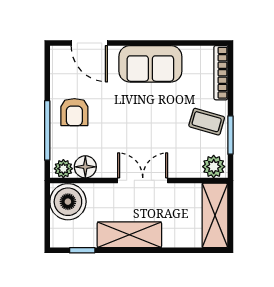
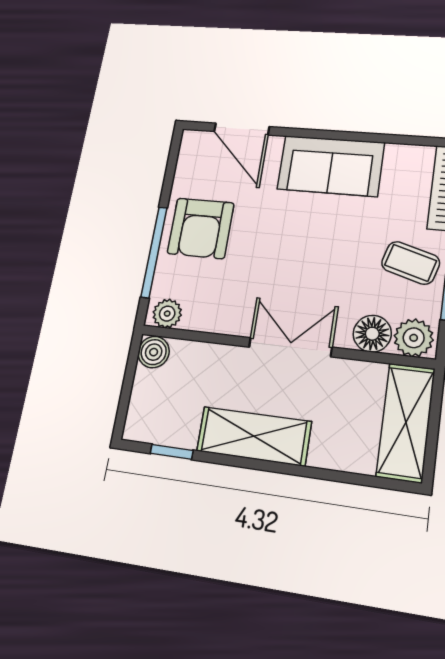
armchair: (74, 112) -> (201, 228), width x1.38, depth x1.38
floor lamp: (85, 167) -> (372, 334), moved
boiler: (68, 202) -> (154, 352), width x0.54, depth x0.54

